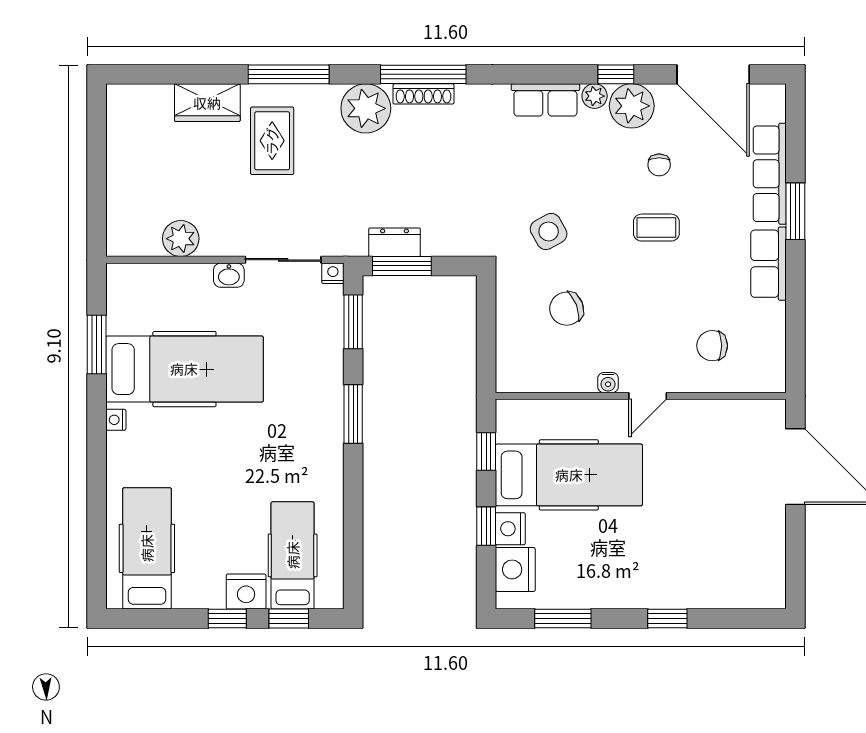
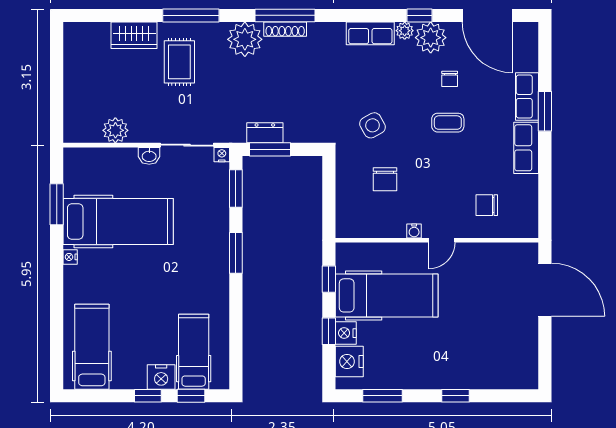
row of seats: (770, 174) -> (527, 96), width x0.68
chair: (567, 309) -> (385, 179), turned -69

